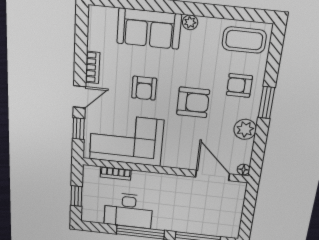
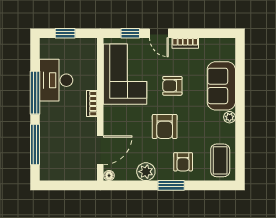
armchair: (239, 86) -> (183, 162), turned 180
bookcase: (116, 173) -> (92, 104), moved

